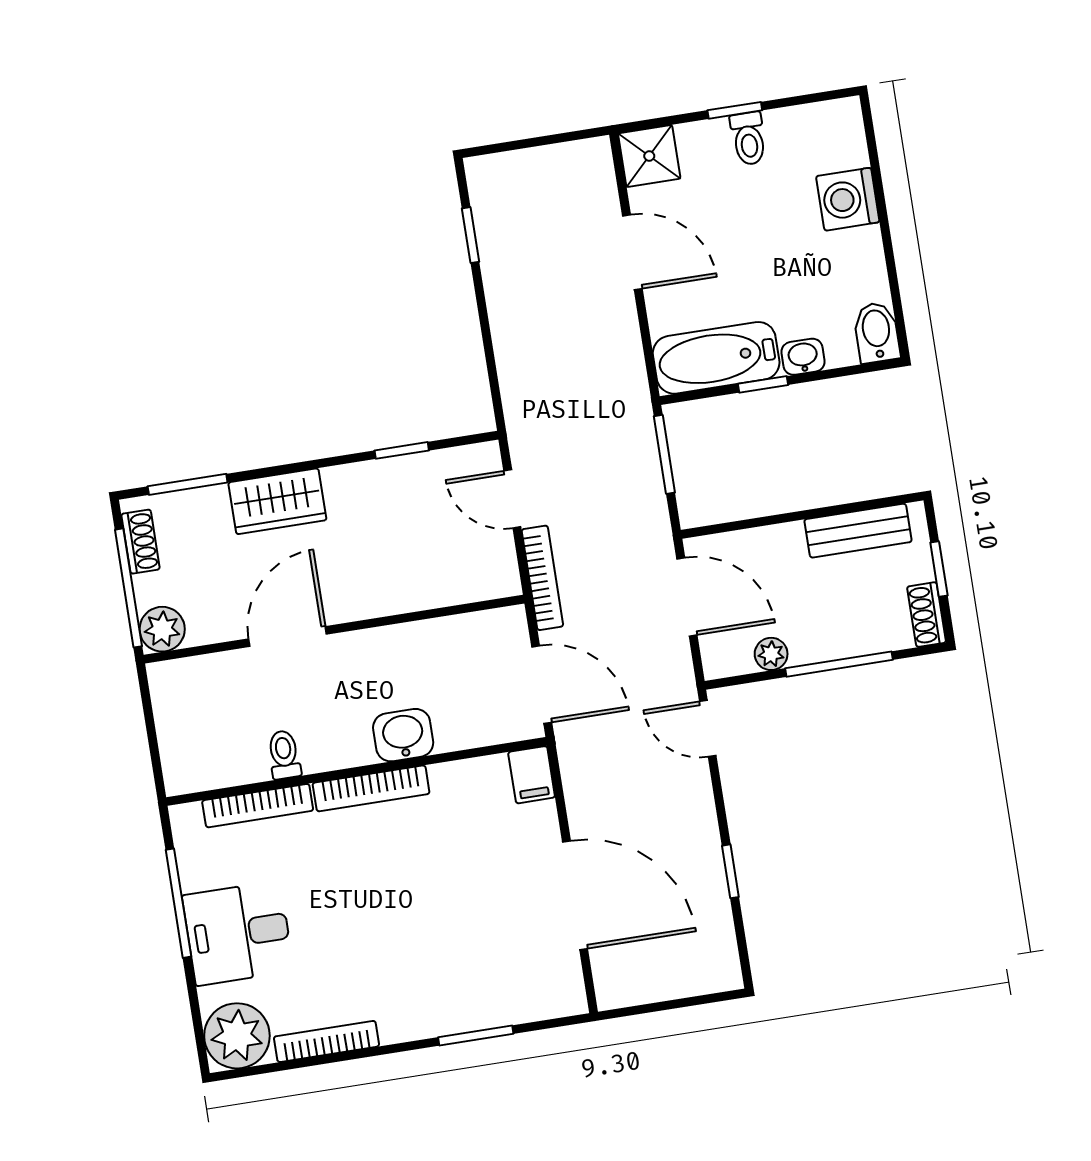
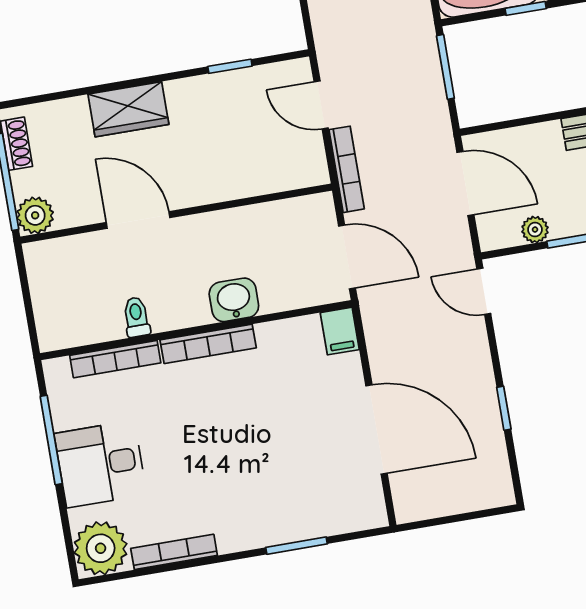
window: (188, 484) -> (55, 96), removed
door: (288, 637) -> (138, 220), hinge flipped

